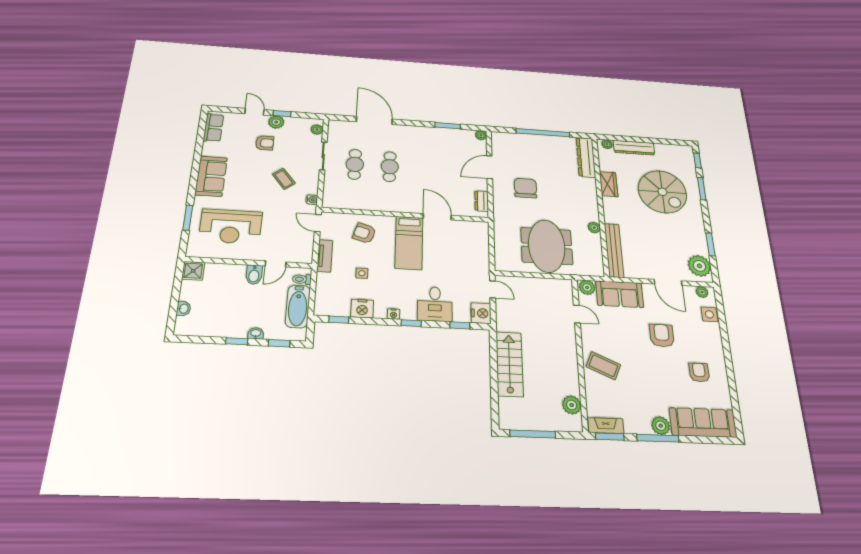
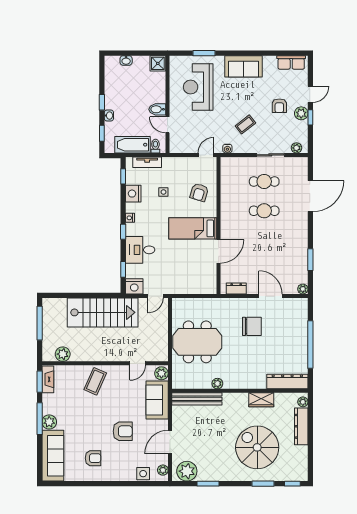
spiral stairs: (662, 192) -> (257, 447), turned 90
armchair: (364, 233) -> (199, 192), turned 180
tv unit: (325, 256) -> (147, 162), moved
stairs: (509, 364) -> (103, 312), width x1.36, depth x1.51

